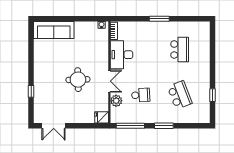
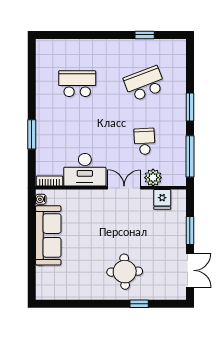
window: (159, 19) -> (32, 134), moved
sofa: (54, 30) -> (48, 235), moved
round table: (78, 80) -> (125, 272), moved
fridge: (102, 117) -> (162, 199), moved
window: (81, 126) -> (190, 230), added

